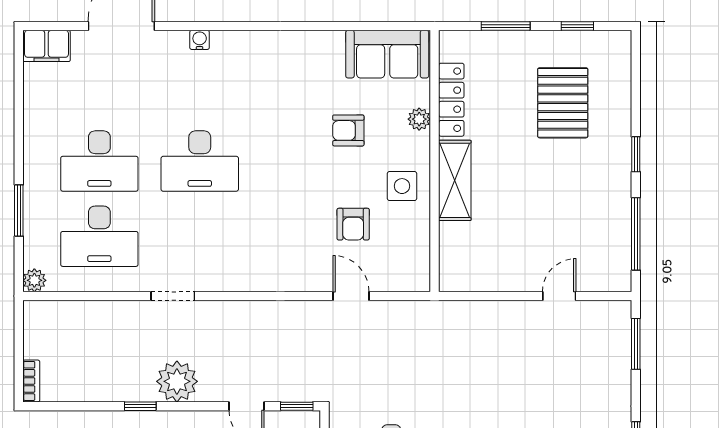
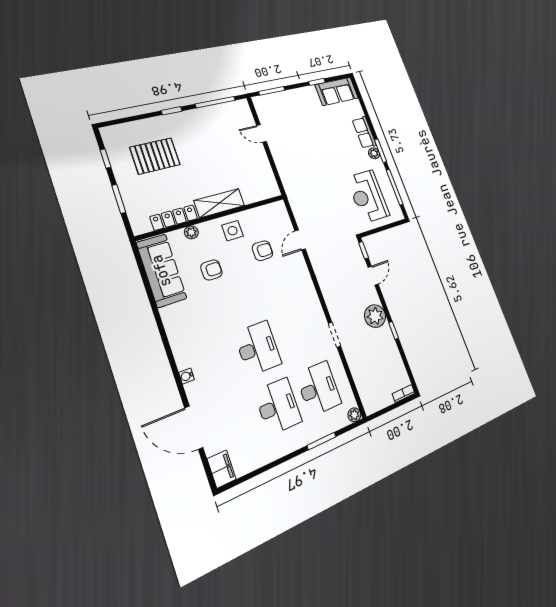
sofa: (387, 54) -> (161, 271), width x1.36
armchair: (348, 130) -> (211, 270), turned -90

